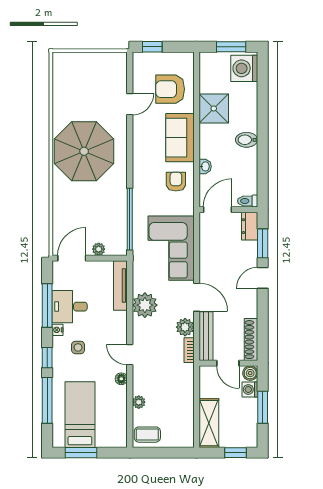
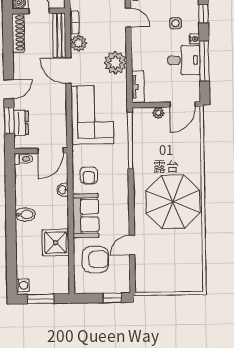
washing machine: (244, 68) -> (23, 285), width x0.53, depth x0.53
dresser: (250, 226) -> (21, 123), moved
tv unit: (120, 285) -> (138, 87), width x0.71

